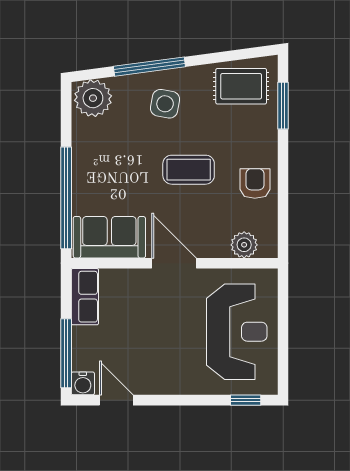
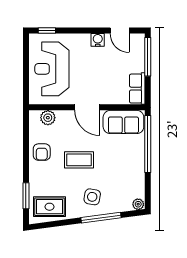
plant: (93, 98) -> (138, 204), width x0.53, depth x0.53
water cooler: (83, 383) -> (98, 40), moved

